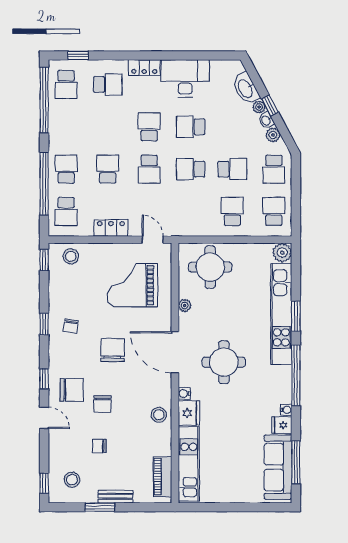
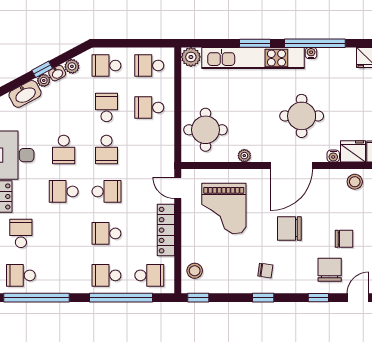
school desk: (66, 84) -> (21, 275), turned 180
school desk: (274, 169) -> (106, 65), turned 180
locker: (111, 228) -> (166, 230), width x1.53
door: (153, 240) -> (178, 188), hinge flipped
water cooler: (286, 410) -> (311, 53), moved

